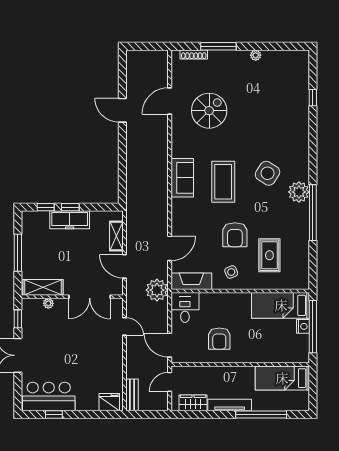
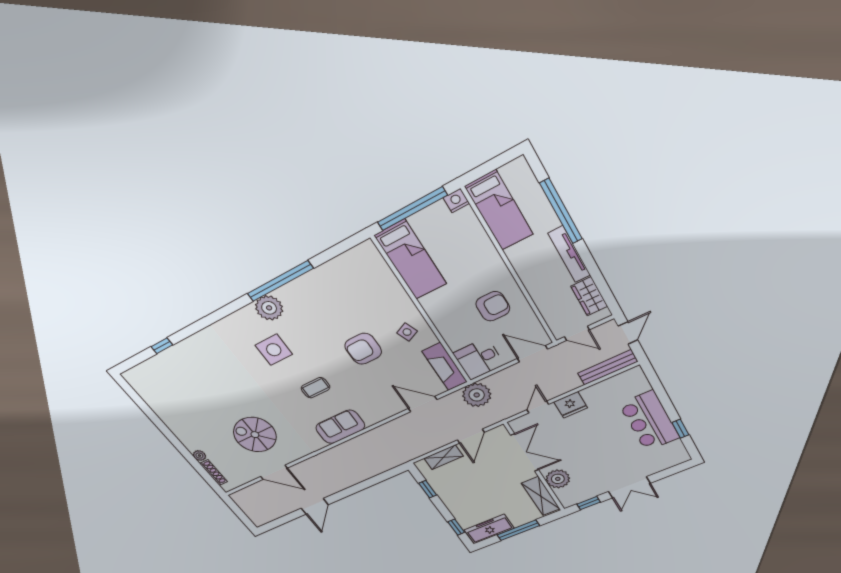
window: (218, 46) -> (188, 456), removed
plant: (256, 55) -> (199, 456), moved
side table: (267, 173) -> (274, 350), turned -32
coffee table: (223, 182) -> (315, 388), width x0.54, depth x0.58
window: (70, 207) -> (428, 489), moved
freezer: (70, 220) -> (489, 529), moved, turned -90
armchair: (235, 235) -> (363, 349), turned 180
rug: (269, 255) -> (361, 302), removed
plant: (48, 303) -> (558, 479), width x1.87, depth x1.87
nightstand: (303, 326) -> (456, 201), moved
door: (170, 345) -> (532, 354), swing flipped
bench: (132, 395) -> (608, 367), width x1.36
bar counter: (49, 397) -> (649, 421), moved
fridge: (109, 402) -> (571, 405), moved, turned -90
door: (152, 415) -> (628, 333), added

